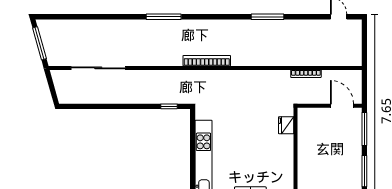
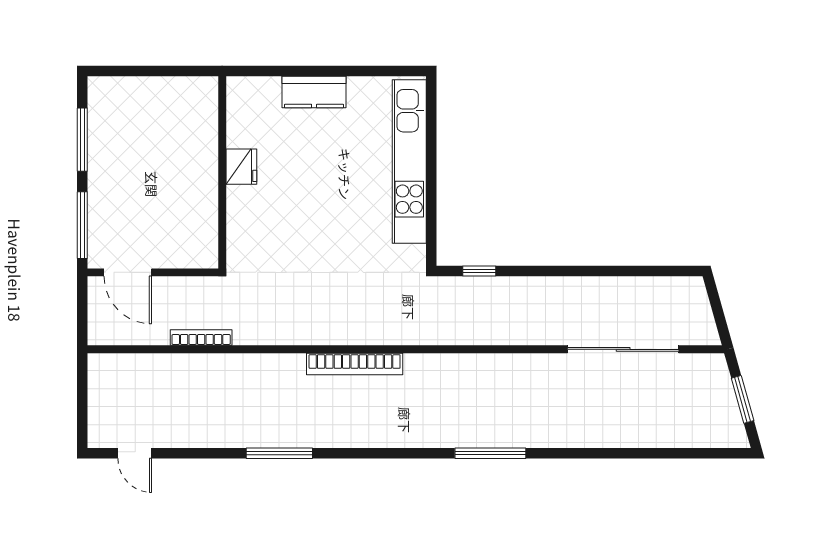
window: (39, 43) -> (743, 399), width x0.69
bookcase: (207, 61) -> (355, 364), moved
fridge: (286, 125) -> (241, 167), moved

